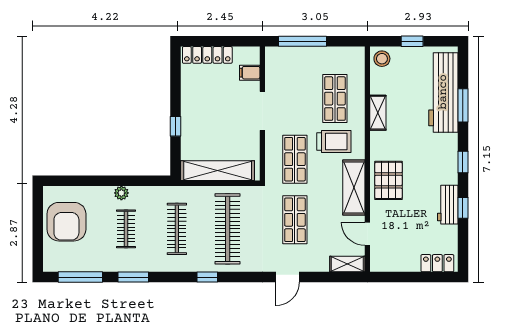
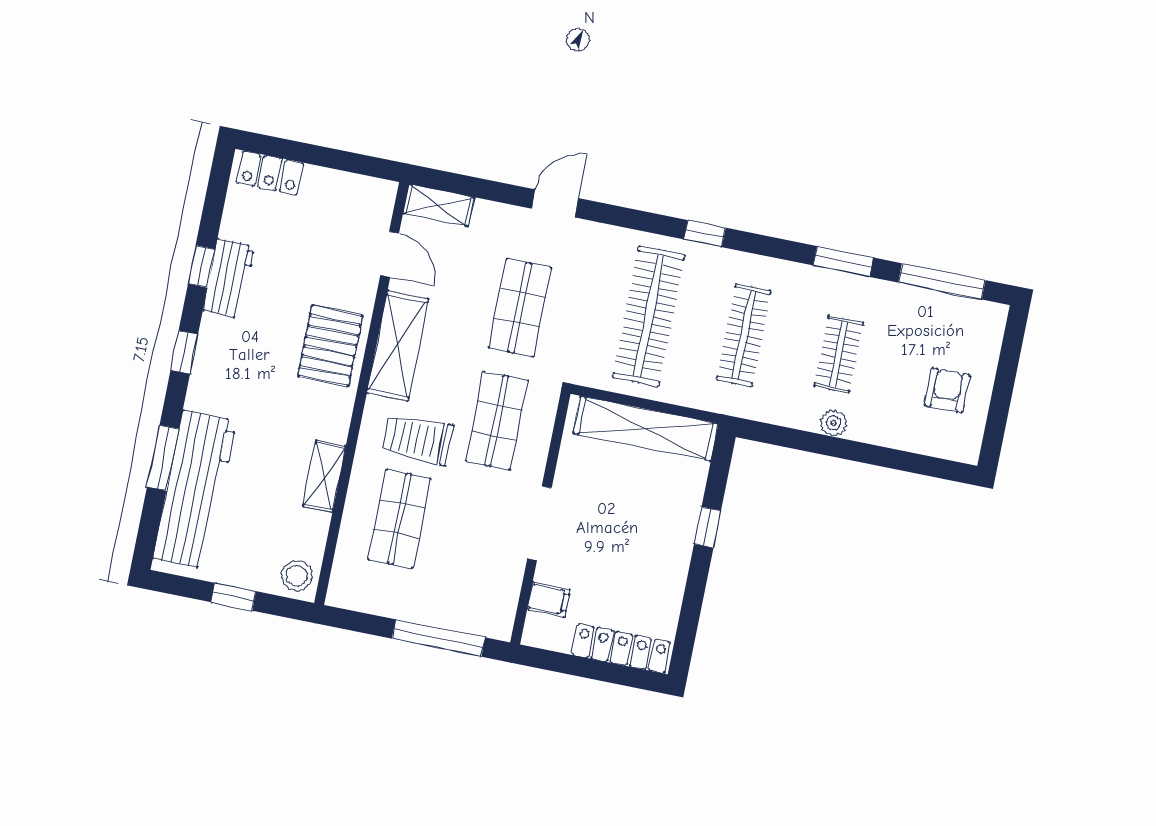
armchair: (66, 222) -> (947, 390), width x0.53, depth x0.53

